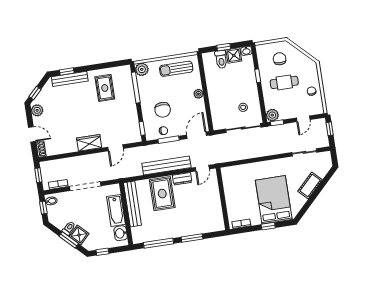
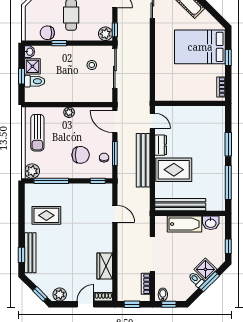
chair: (280, 59) -> (47, 33), moved
wardrobe: (89, 143) -> (105, 266), moved

